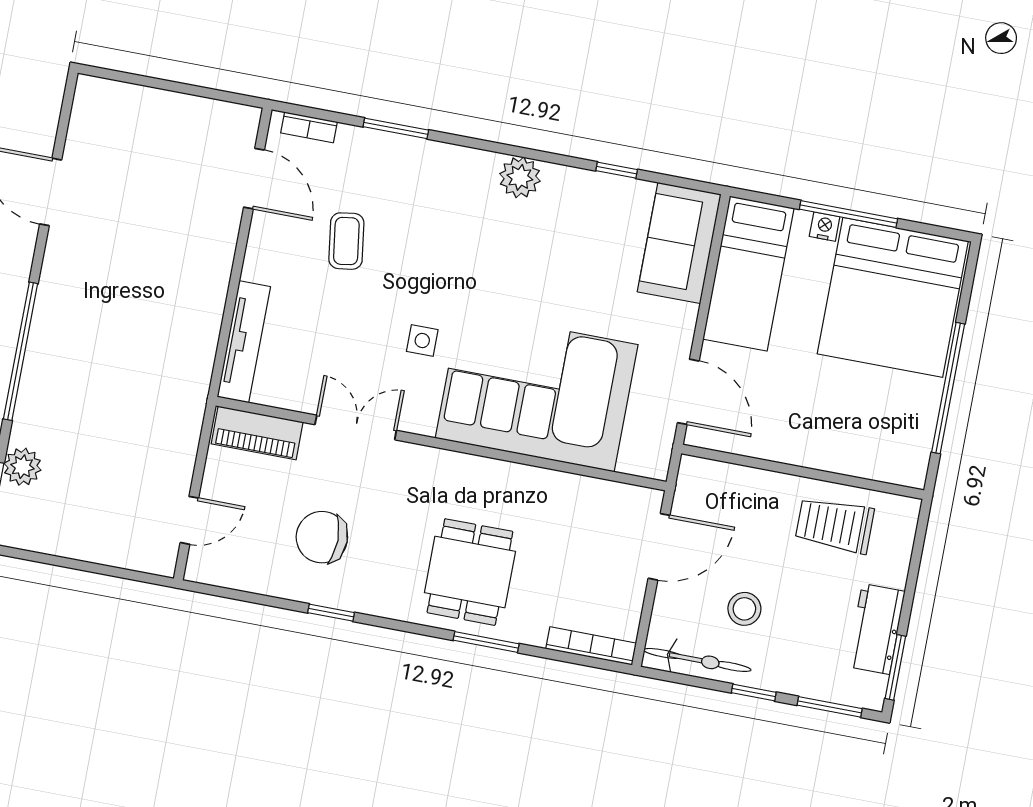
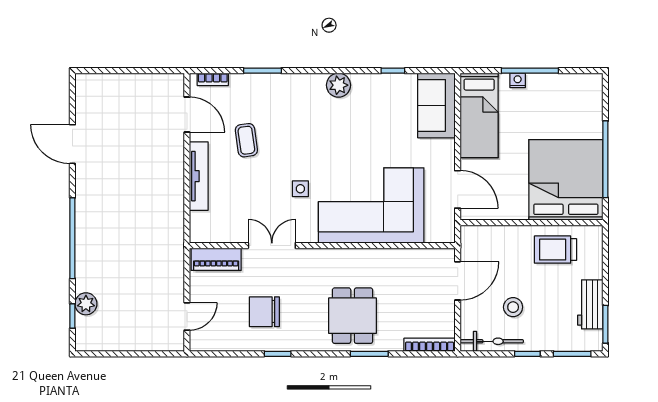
bed: (893, 297) -> (566, 180), moved, turned 180
tv unit: (244, 342) -> (199, 176), moved

